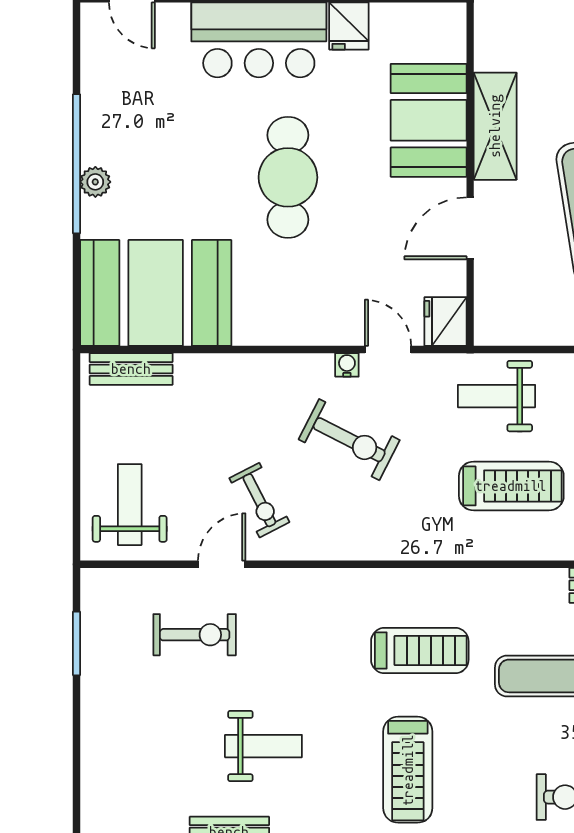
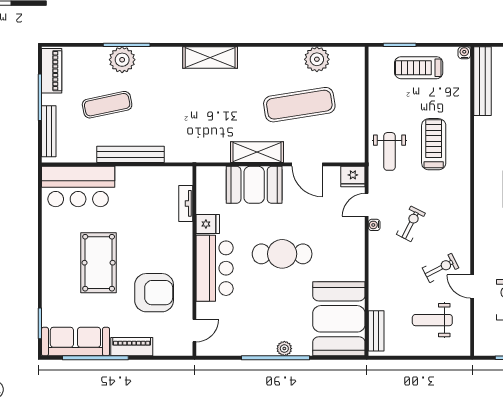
exercise bike: (349, 440) -> (411, 224), width x0.73, depth x0.72
weight bench: (130, 505) -> (432, 320), moved

